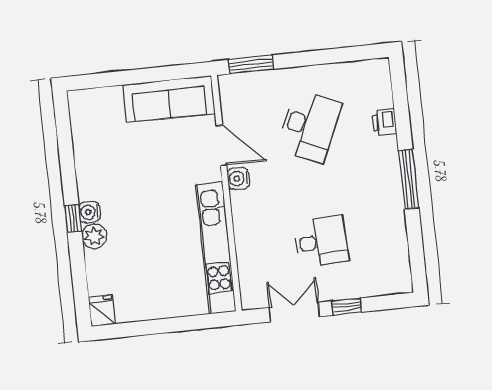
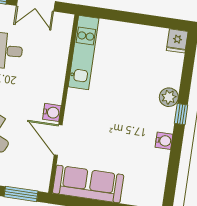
water cooler: (90, 212) -> (164, 141), moved
kitchen unit: (216, 248) -> (83, 53), width x0.73

